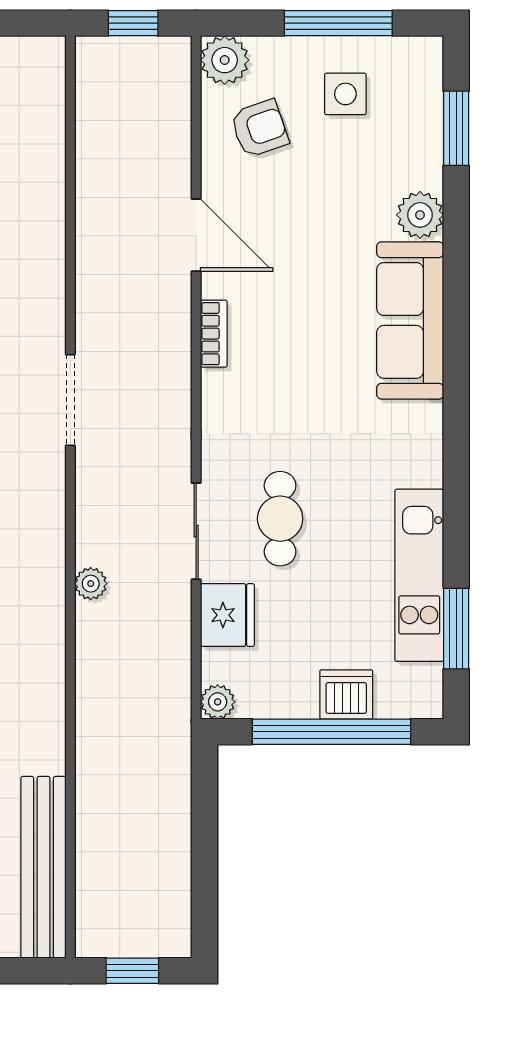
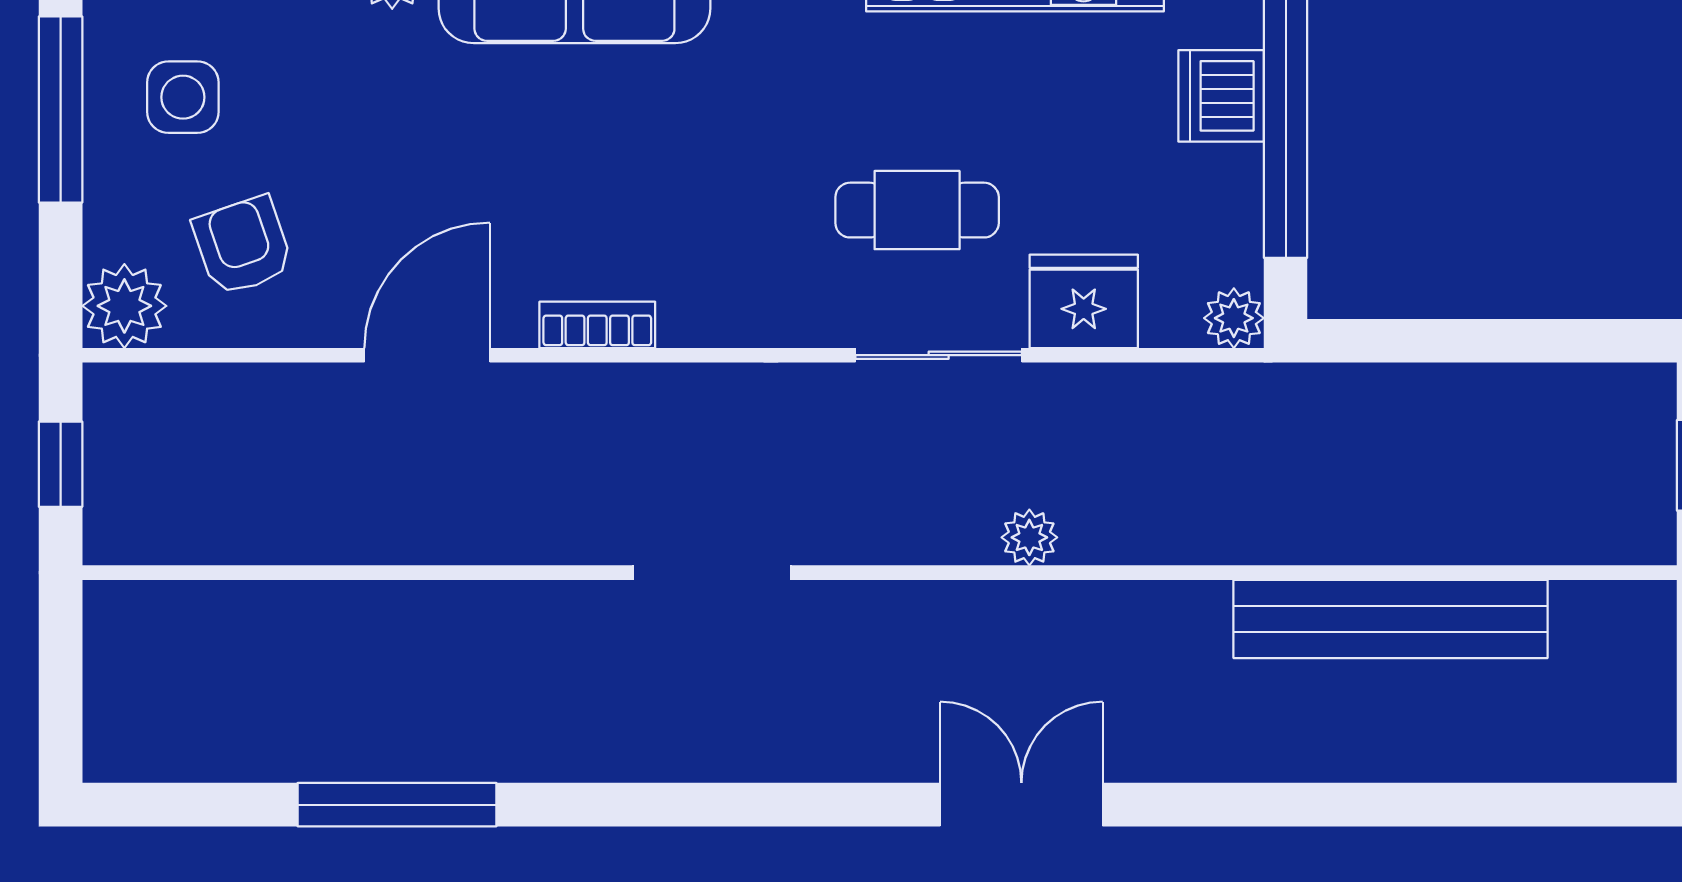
bench: (44, 867) -> (1390, 619), moved

